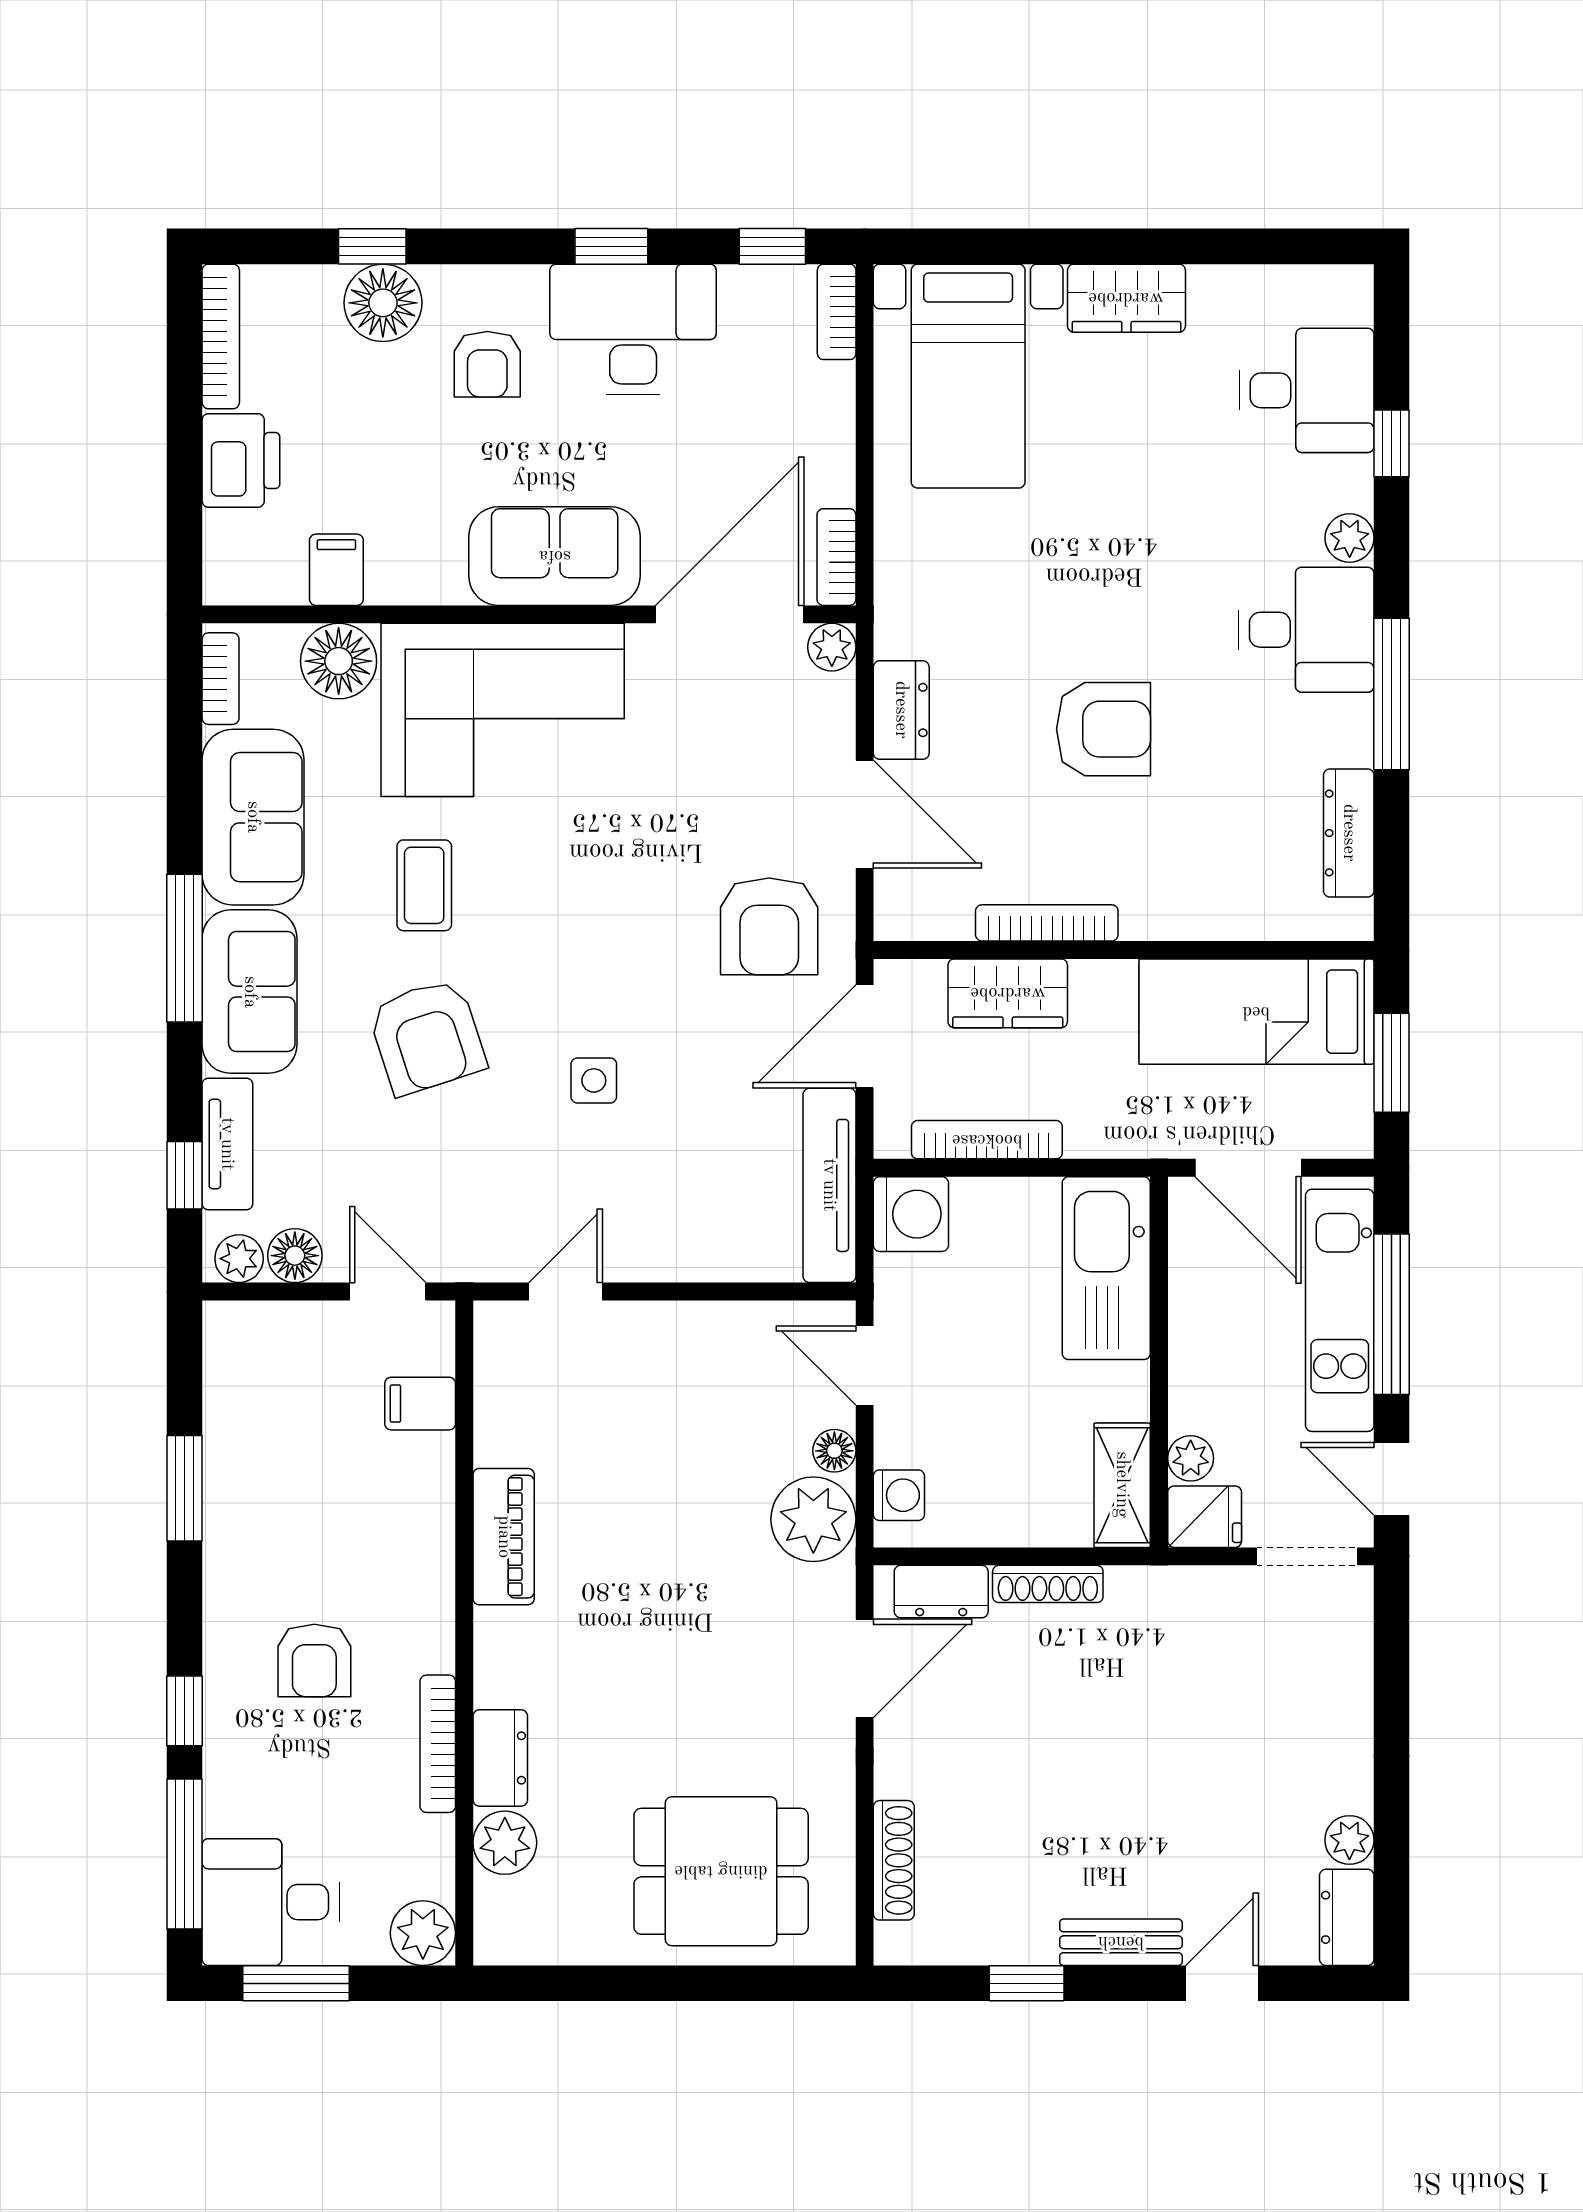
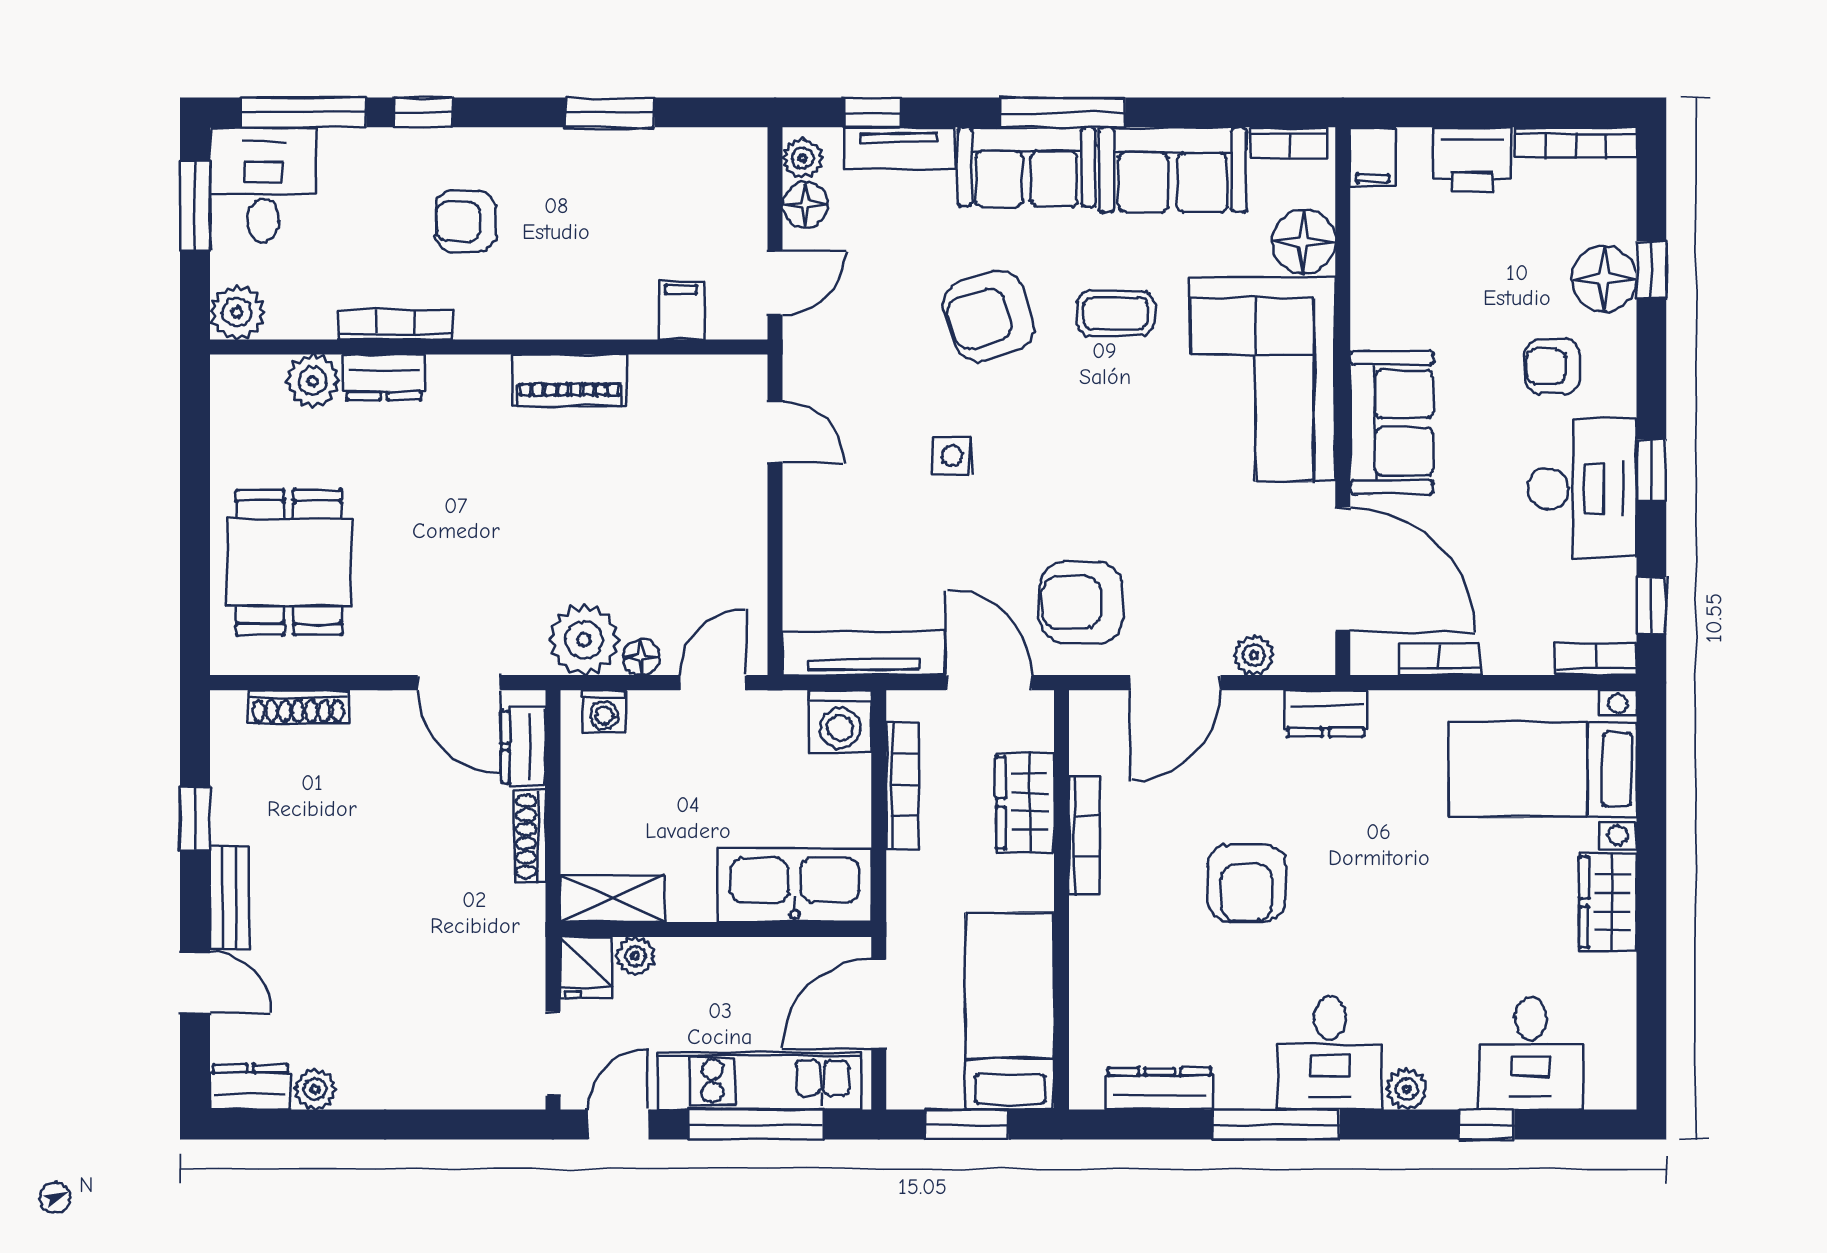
bookcase: (836, 557) -> (1439, 659), moved
filing cabinet: (336, 570) -> (1373, 157), moved, turned 90
plant: (832, 647) -> (1254, 655), moved
dresser: (901, 710) -> (1326, 713), moved

